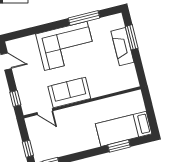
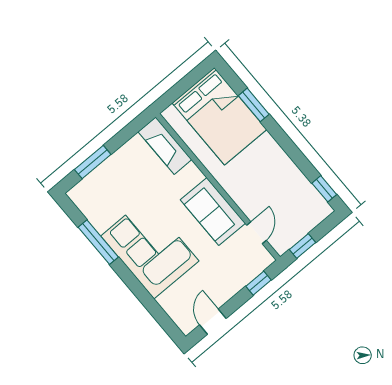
fireplace: (122, 47) -> (165, 146), moved, turned 90
bed: (124, 129) -> (219, 116), width x1.50
window: (28, 149) -> (303, 246), moved

